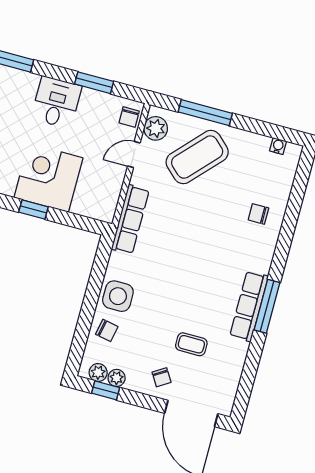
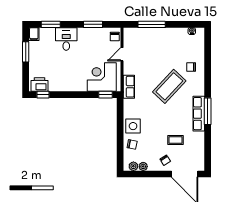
desk: (56, 102) -> (66, 39), moved
plant: (156, 128) -> (129, 39), removed
coffee table: (197, 157) -> (169, 86), moved
corner desk: (48, 178) -> (102, 77), moved
window: (33, 209) -> (106, 95), moved
row of seats: (130, 219) -> (129, 87), width x0.68
window: (106, 390) -> (139, 174), removed

